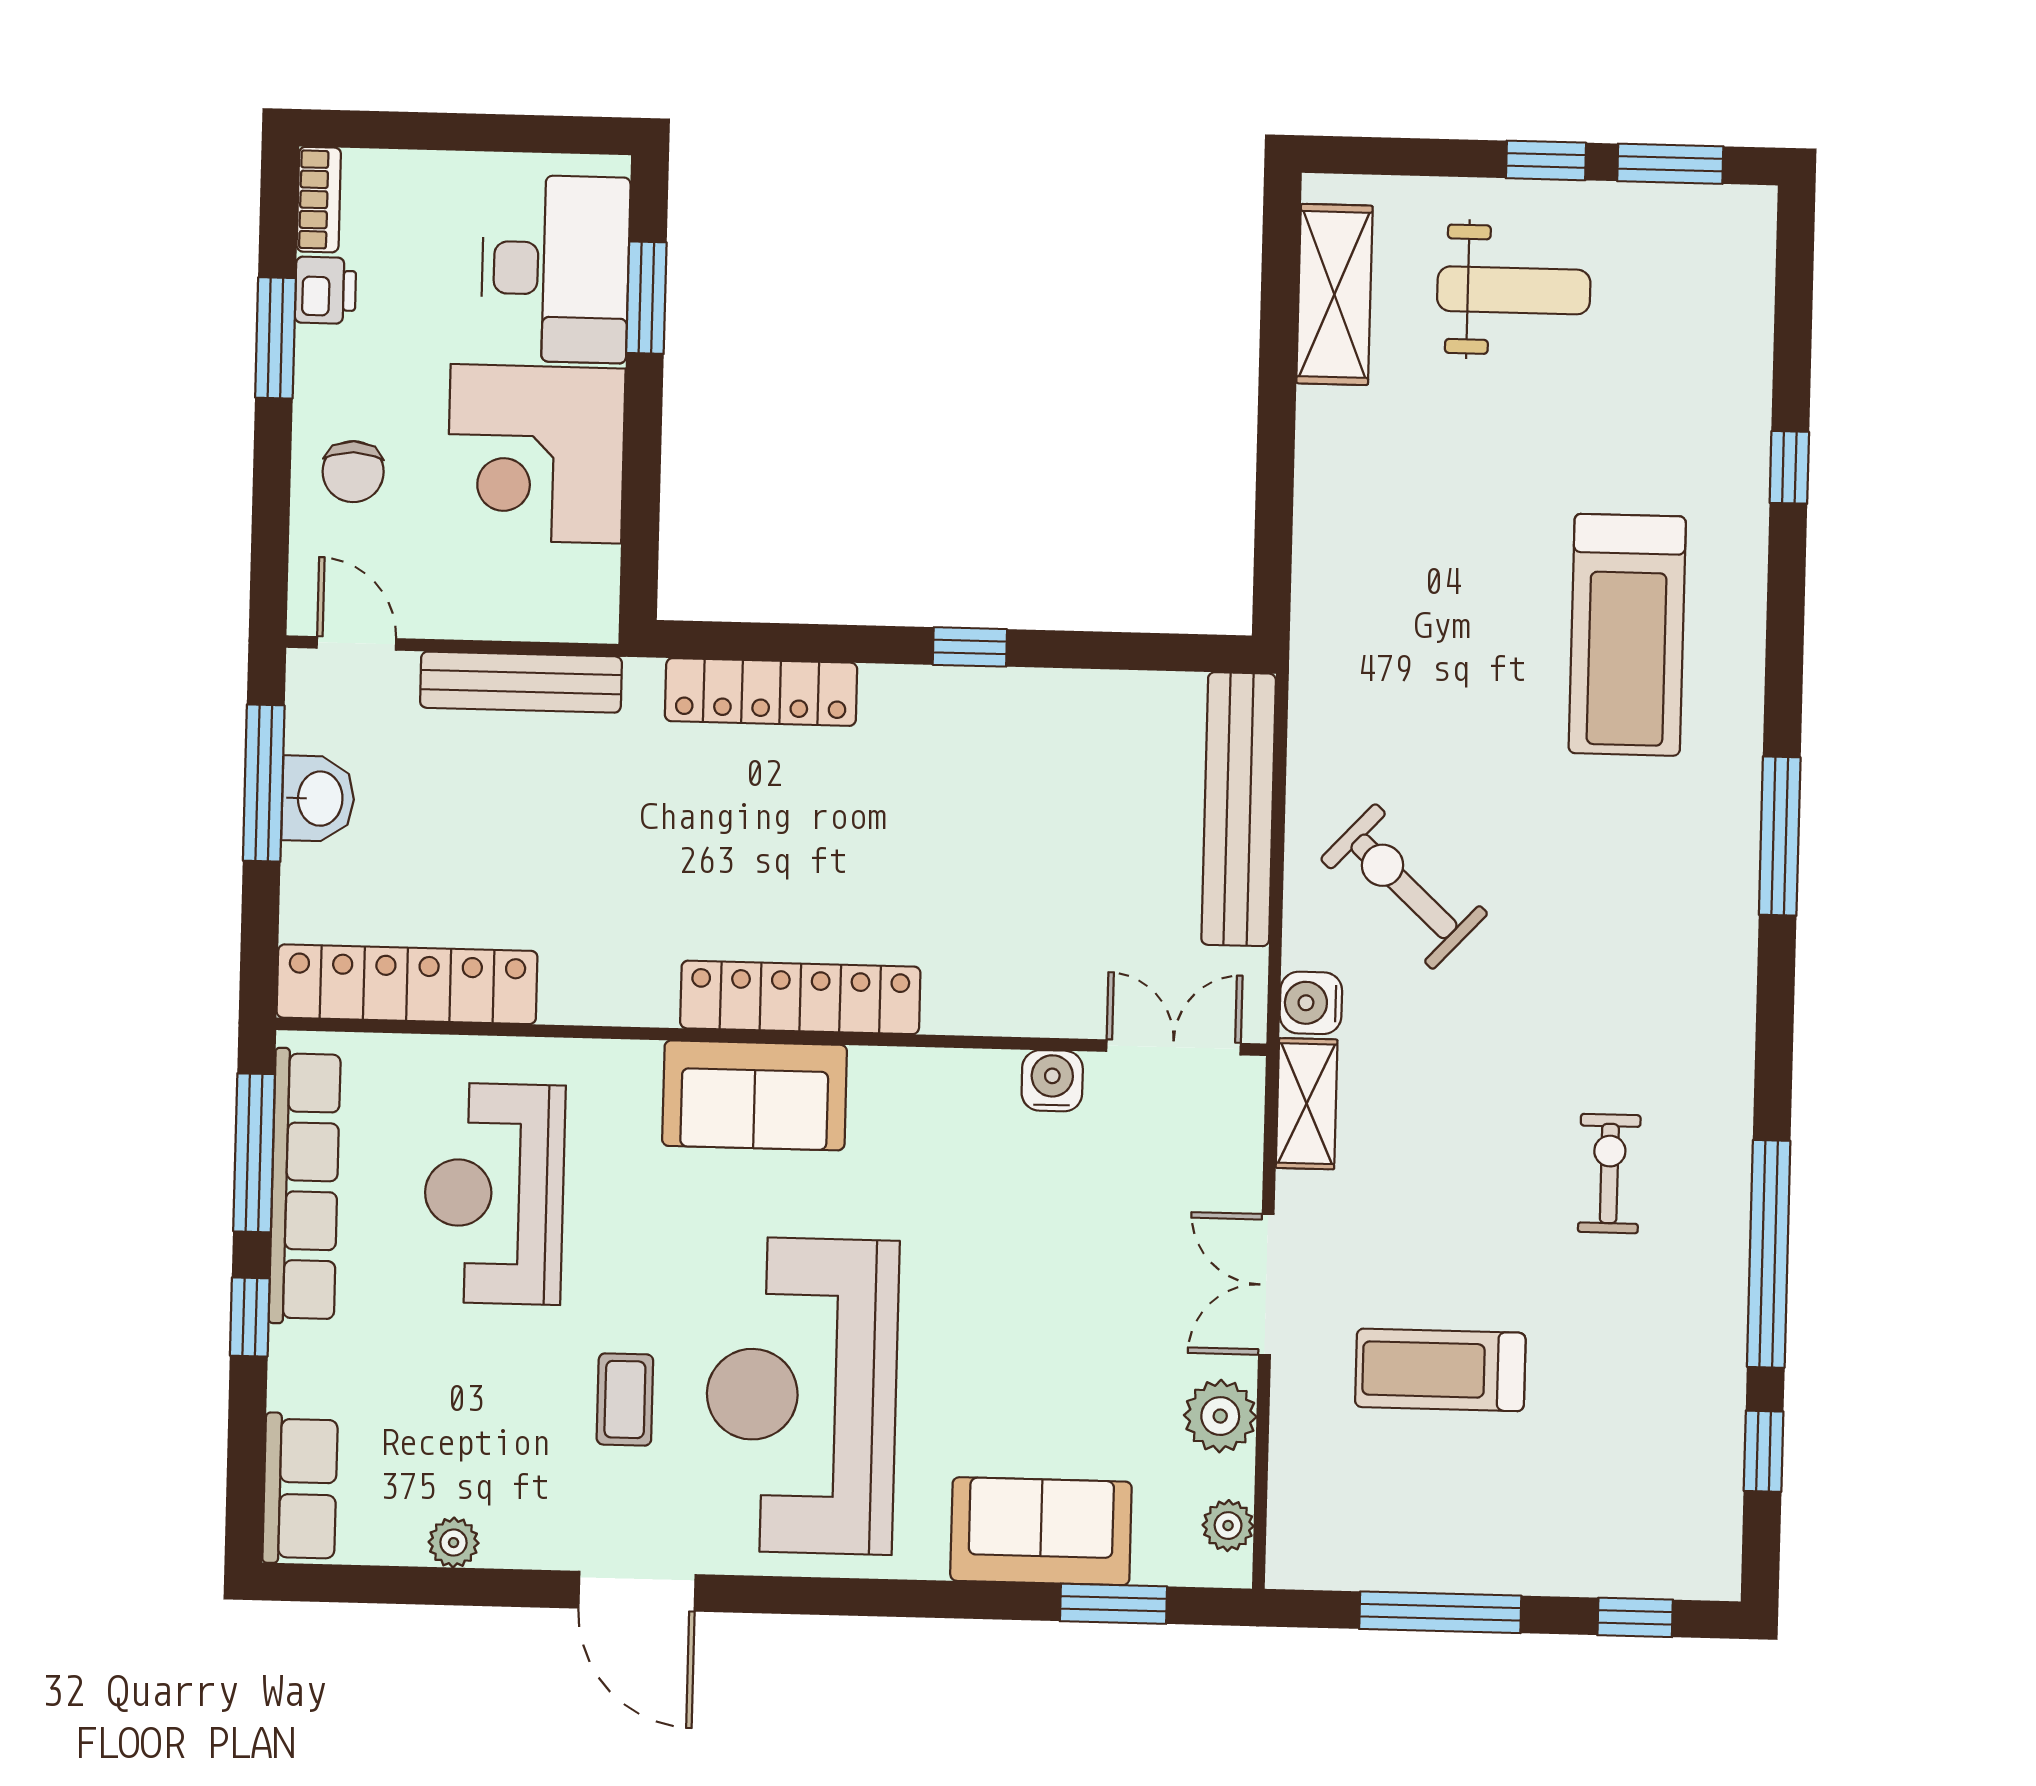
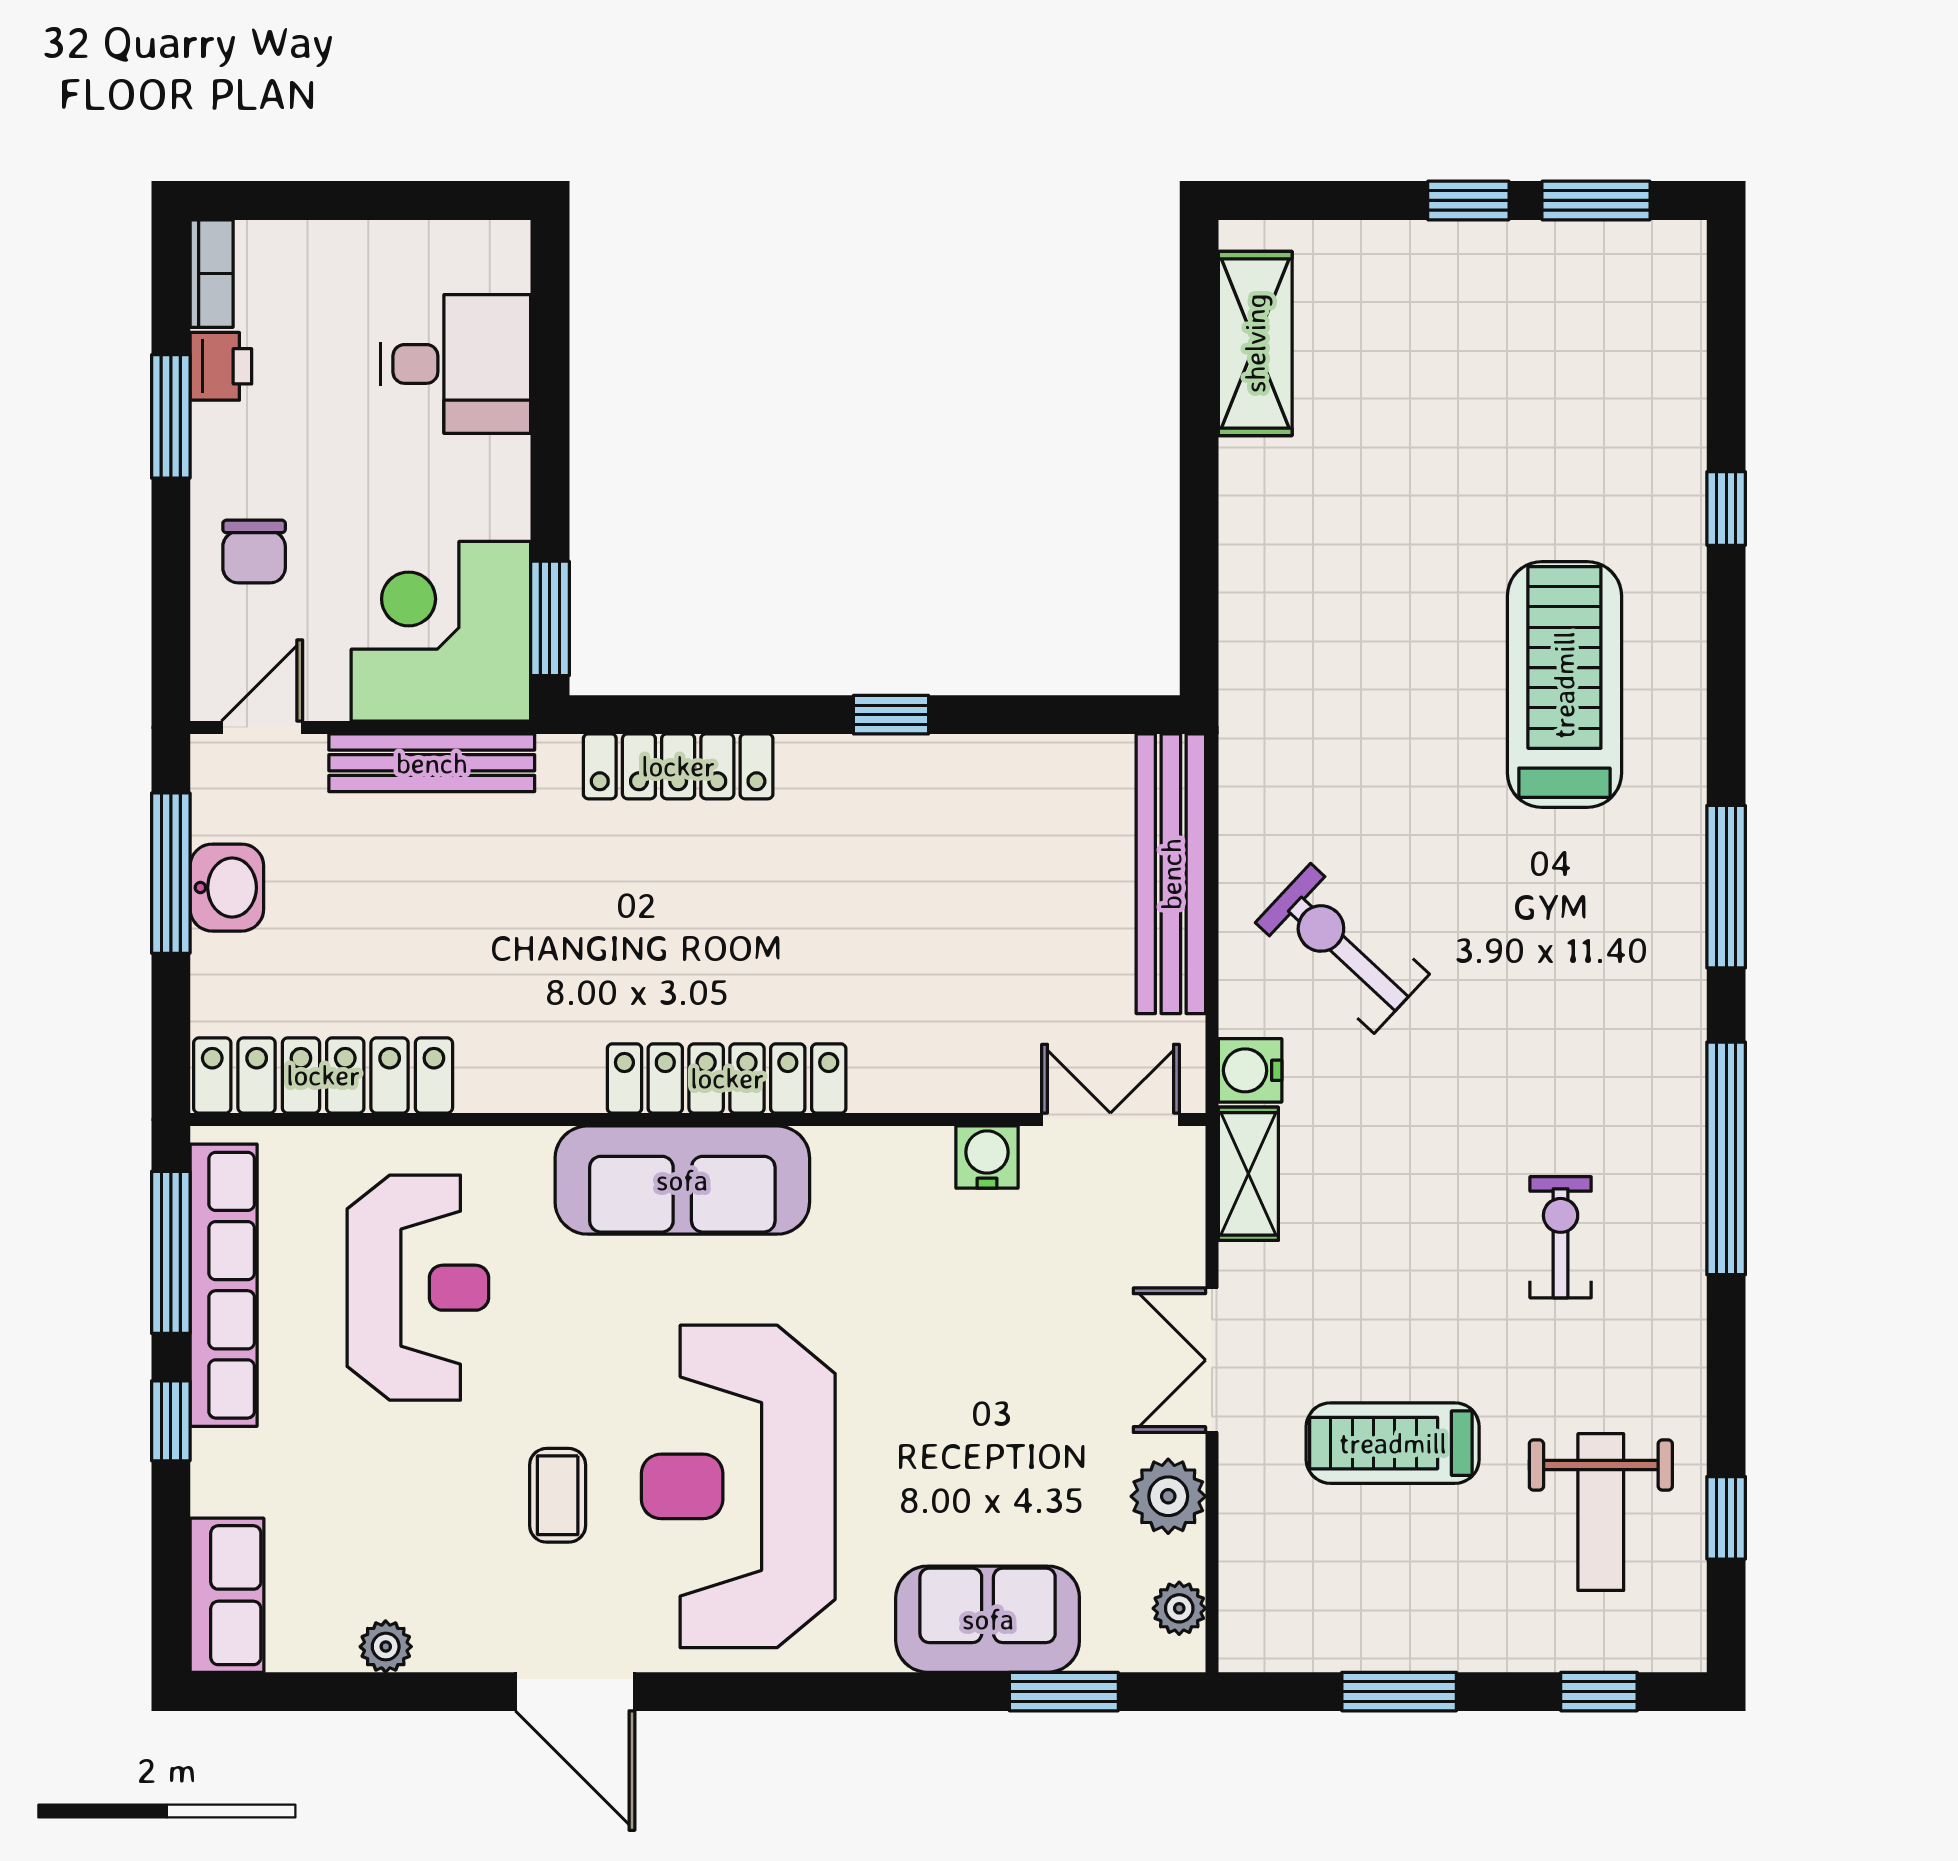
desk: (555, 269) -> (456, 364), width x0.73
weight bench: (1514, 290) -> (1601, 1512), moved, turned 90
window: (646, 298) -> (550, 618), moved
corner desk: (536, 454) -> (441, 631), moved, turned 90
treadmill: (1627, 635) -> (1564, 685), turned 180
door: (356, 643) -> (262, 728), hinge flipped
sofa: (755, 1095) -> (682, 1180), width x1.36
reception desk: (494, 1194) -> (418, 1288), turned 180
window: (1769, 1254) -> (1726, 1158), moved
window: (1440, 1612) -> (1399, 1692), width x0.69

